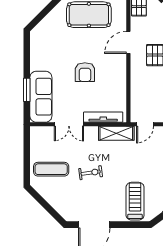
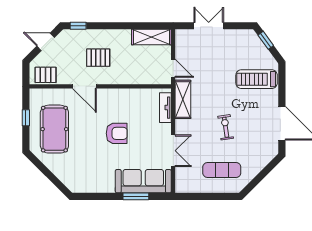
tv unit: (103, 117) -> (165, 108), width x0.71
exercise mat: (51, 169) -> (222, 170), turned 90

